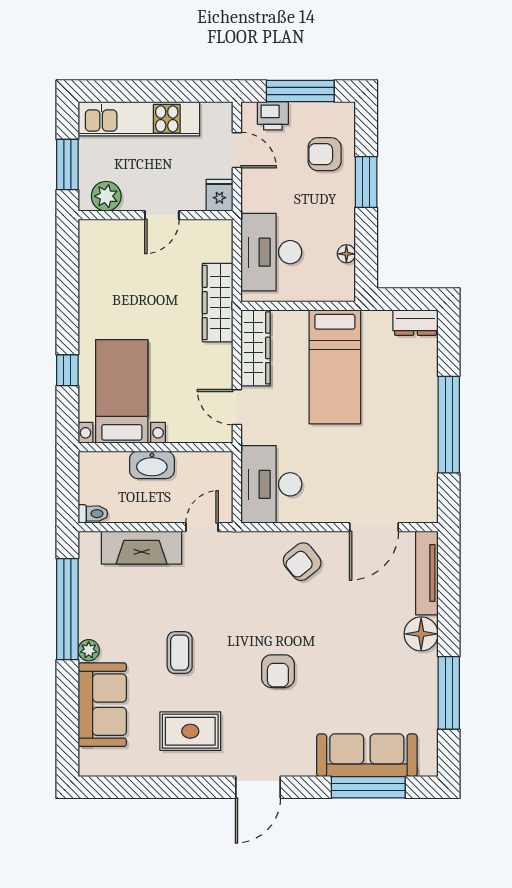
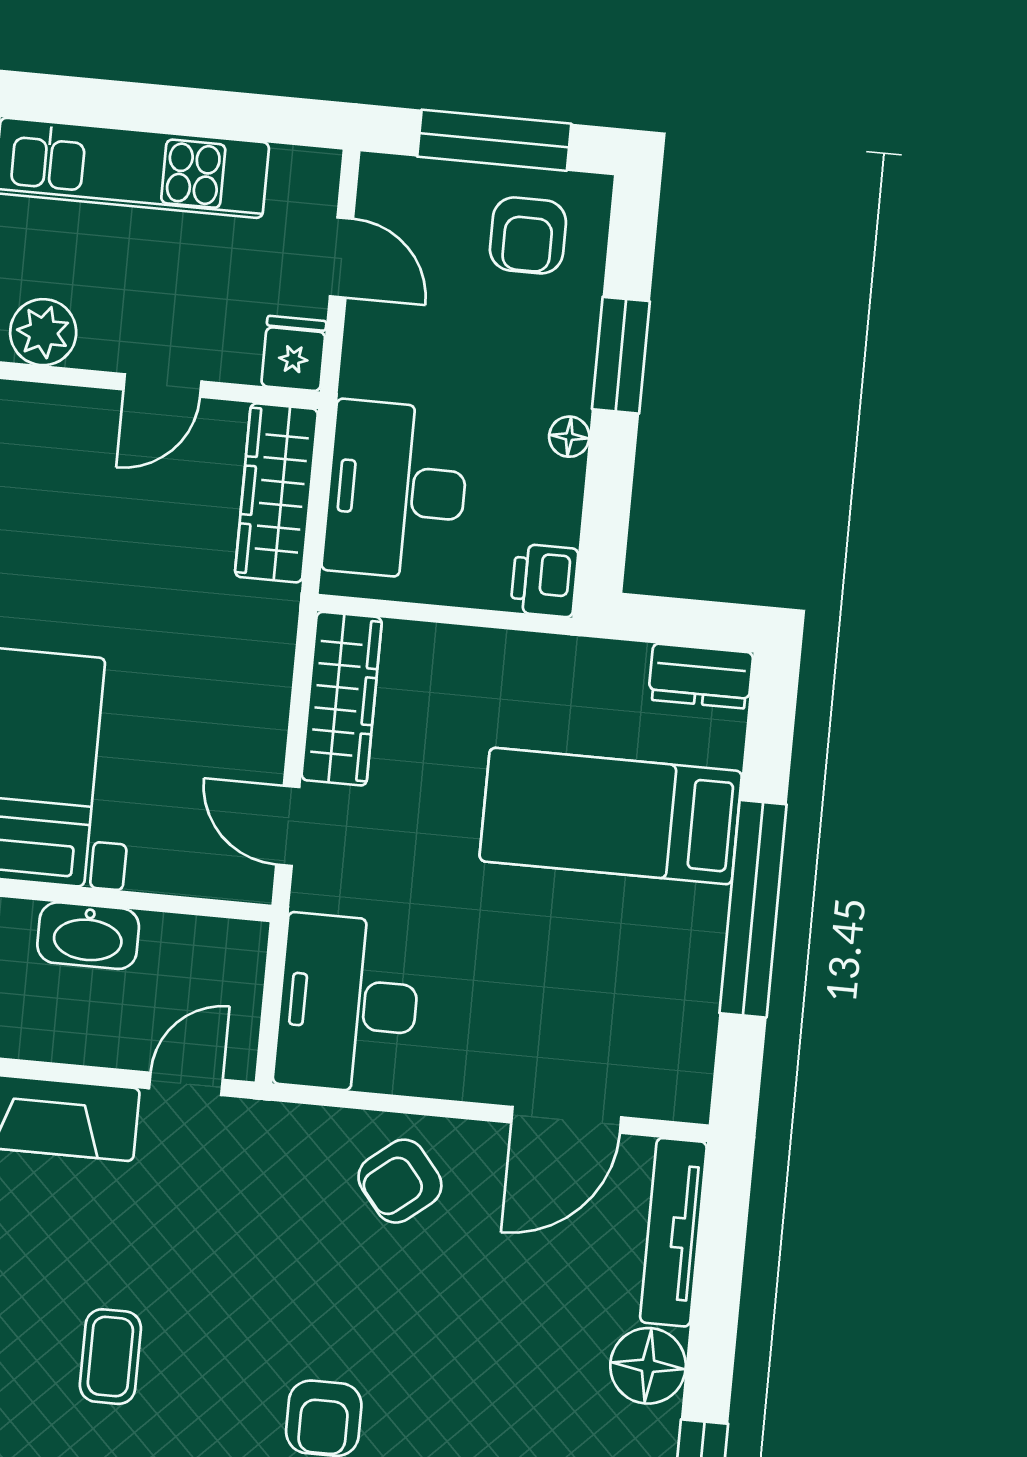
printer: (273, 116) -> (544, 580), moved, turned 90
armchair: (325, 154) -> (528, 235), moved, turned -90
floor lamp: (346, 254) -> (569, 437), moved
wardrobe: (218, 303) -> (276, 493), moved
bed: (335, 367) -> (611, 816), moved, turned 90

